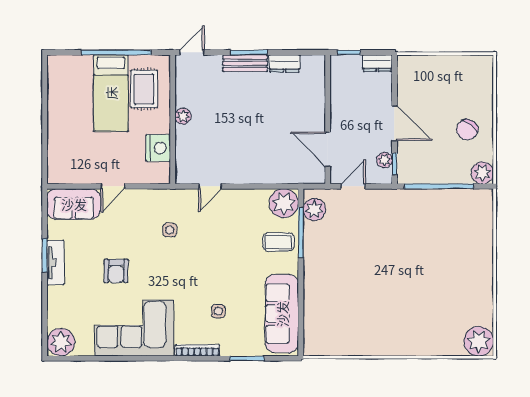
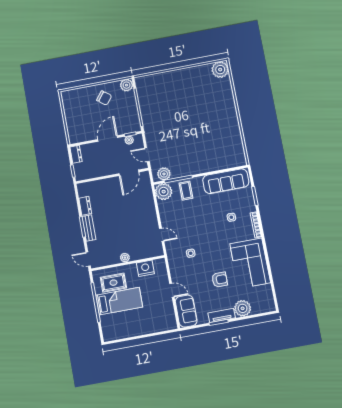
plant: (61, 342) -> (243, 308), moved

